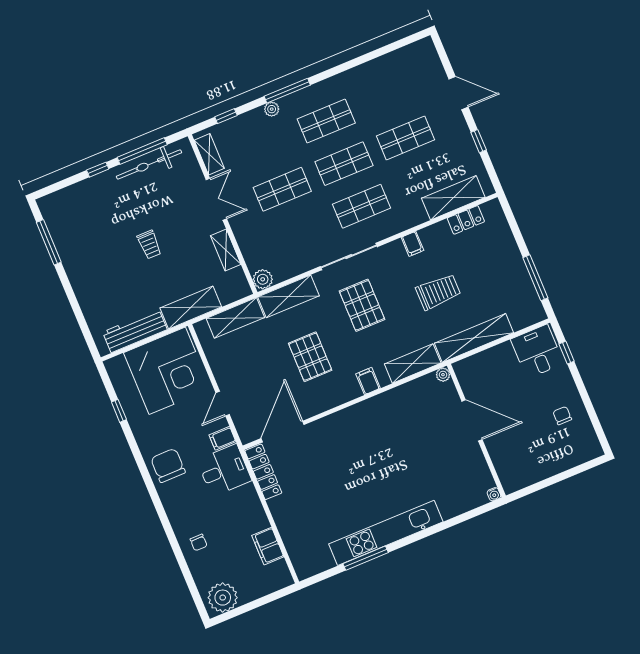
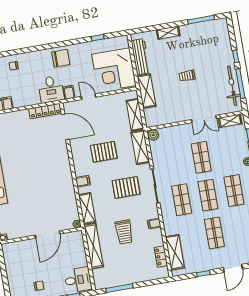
shelving: (226, 250) -> (168, 33), moved

